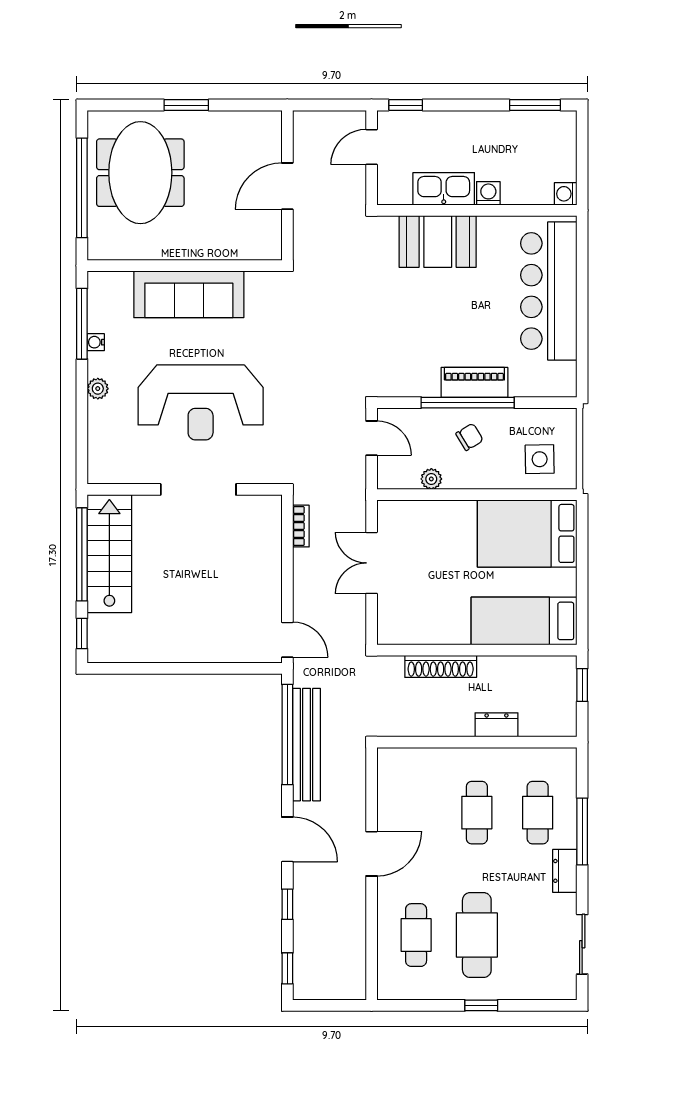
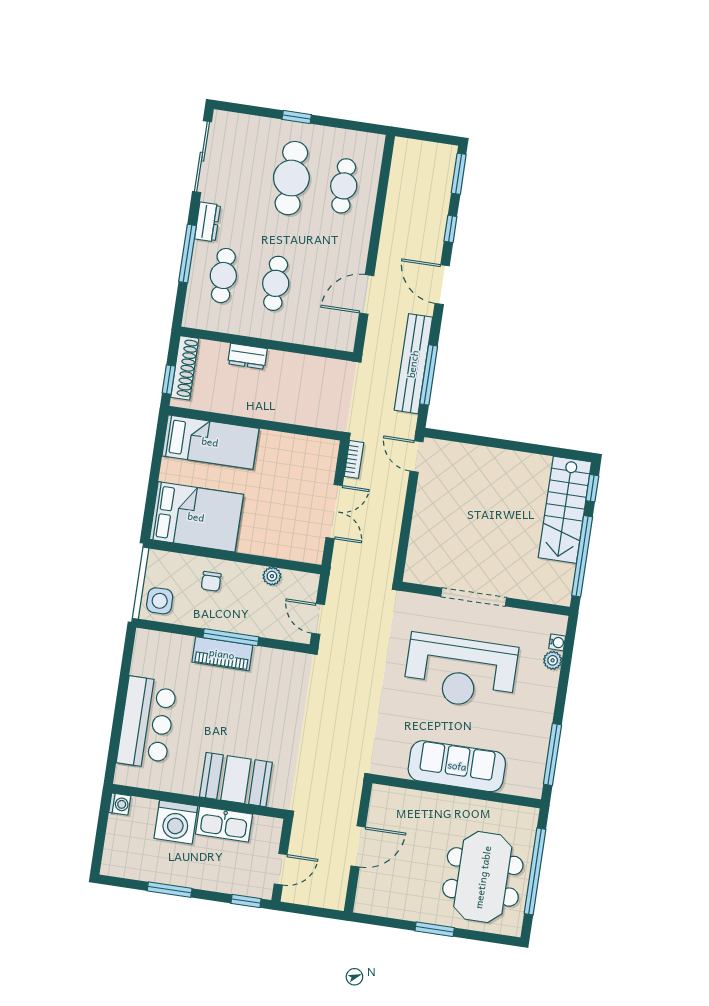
window: (535, 105) -> (170, 890), moved
washing machine: (488, 193) -> (176, 822), width x1.89, depth x1.89
bar counter: (549, 291) -> (147, 723), width x0.73
water cooler: (96, 342) -> (557, 642), moved
plant: (98, 389) -> (553, 660), moved
reception desk: (201, 402) -> (461, 672), turned 180
window: (468, 403) -> (231, 637), width x0.68
chair: (470, 437) -> (211, 581), moved, turned -59
side table: (540, 459) -> (160, 601), moved
bookcase: (301, 526) -> (354, 459), moved, turned 180
stairs: (109, 554) -> (565, 510), moved
shoe rack: (441, 666) -> (185, 368), moved, turned 90
window: (287, 734) -> (429, 375), width x0.68
door: (372, 854) -> (367, 294), moved
sliding door: (582, 944) -> (202, 157), width x1.37
window: (287, 968) -> (459, 174), width x1.50

